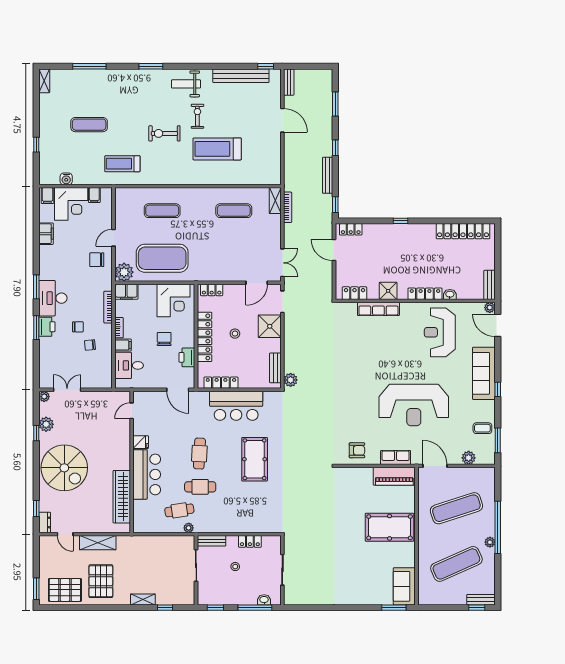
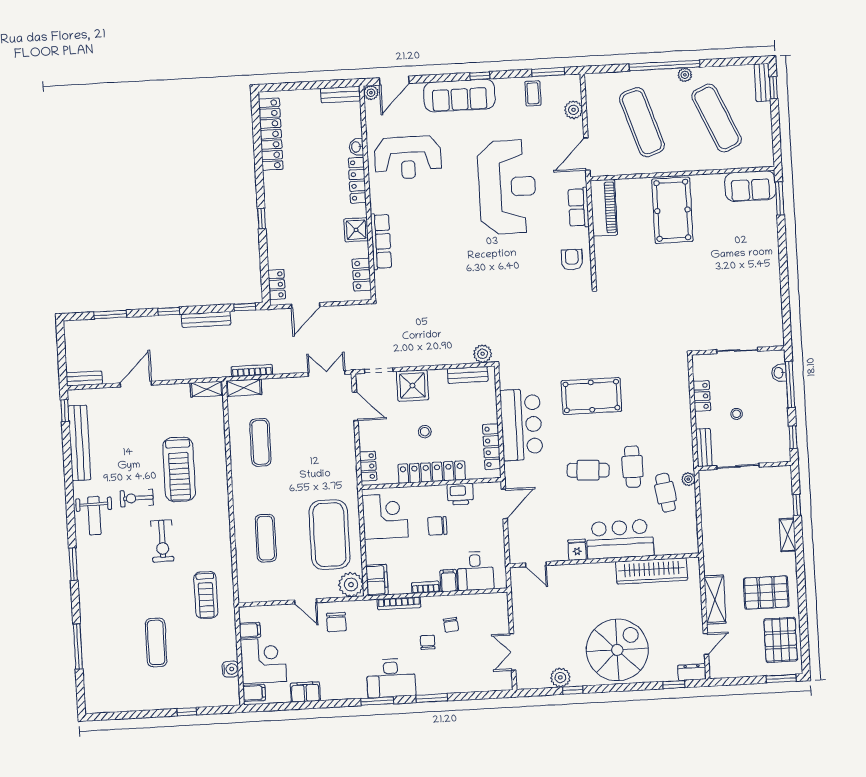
shelving: (44, 81) -> (207, 389), moved
printer: (47, 327) -> (430, 684), removed
plant: (44, 397) -> (523, 682), removed

